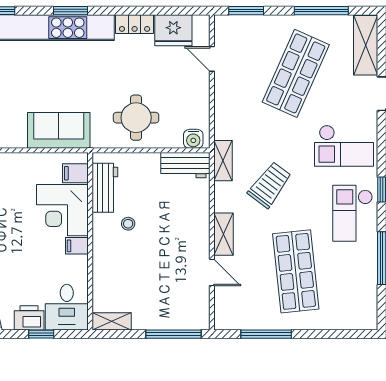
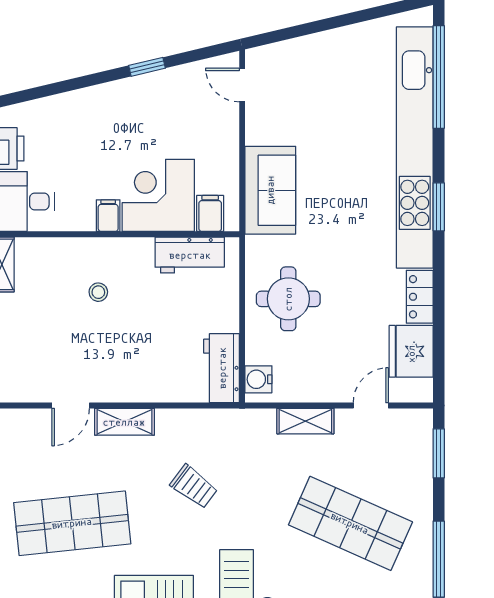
shelving: (223, 161) -> (305, 421), moved
trolley: (270, 185) -> (194, 487), width x0.73, depth x0.72
stool: (128, 224) -> (98, 292), moved

